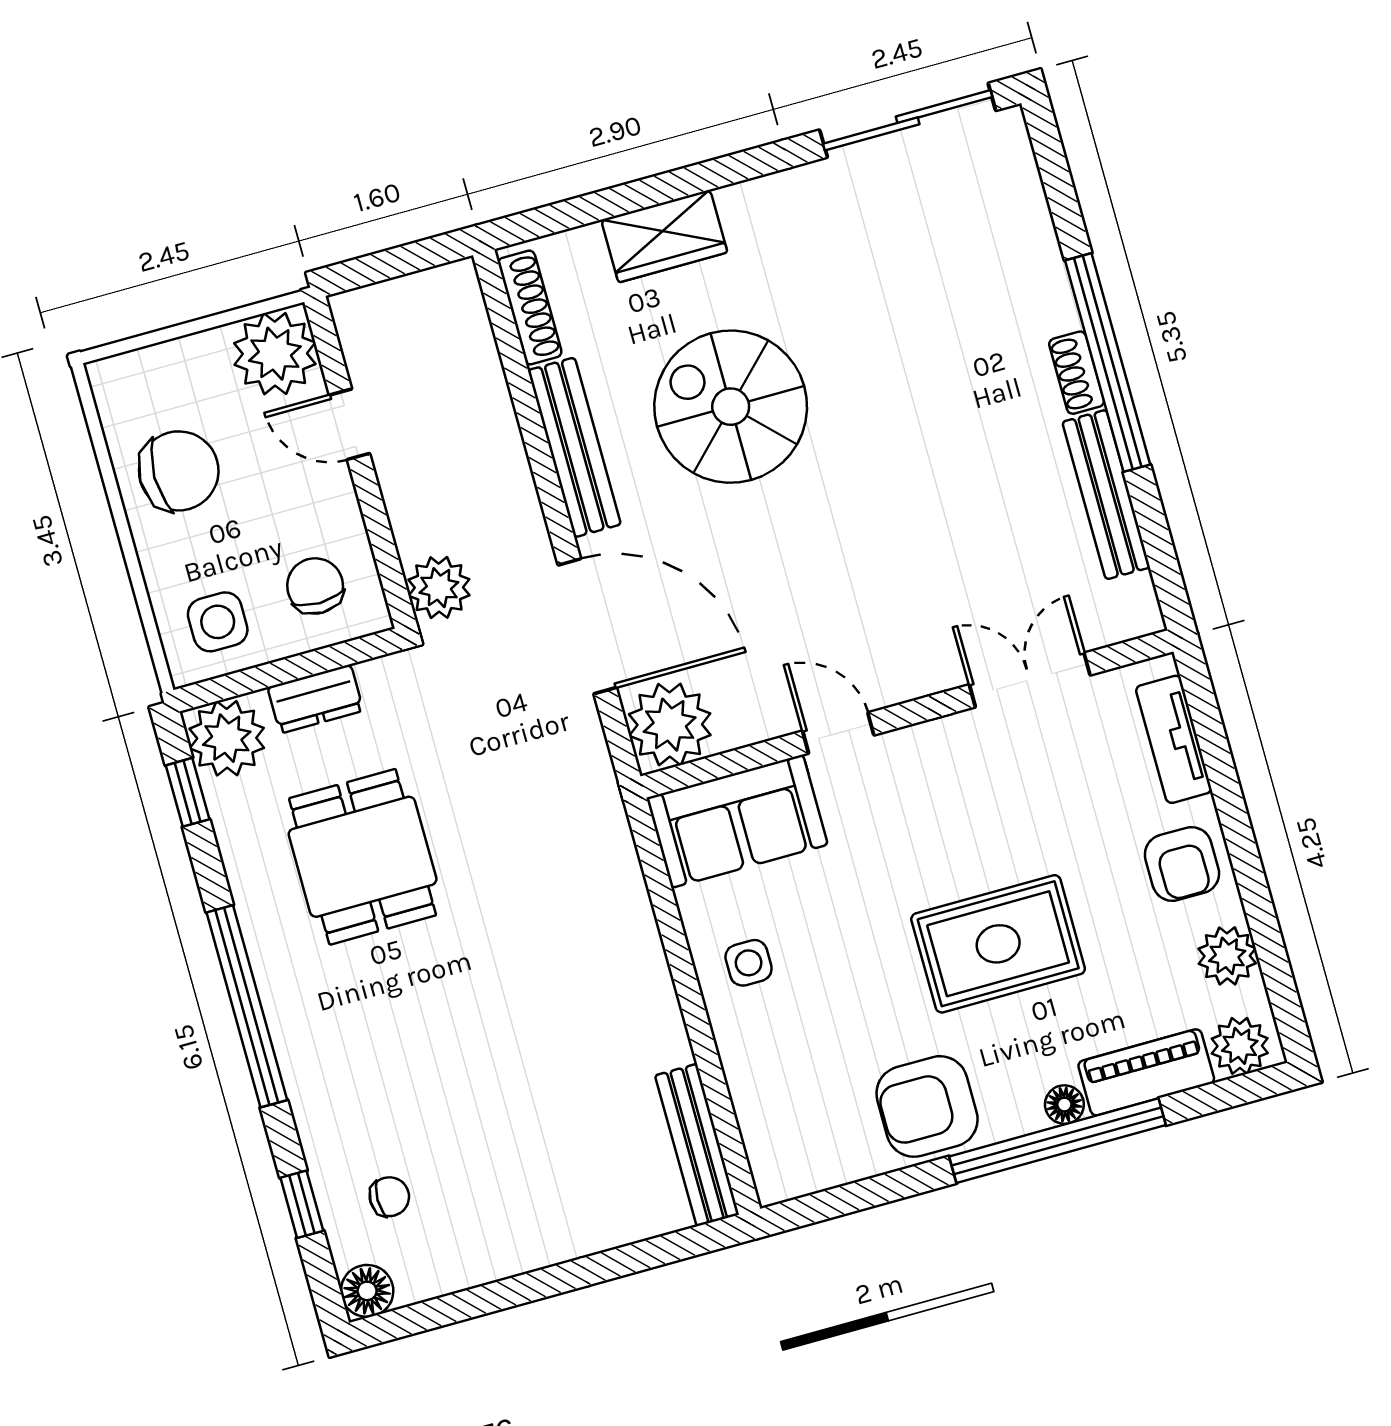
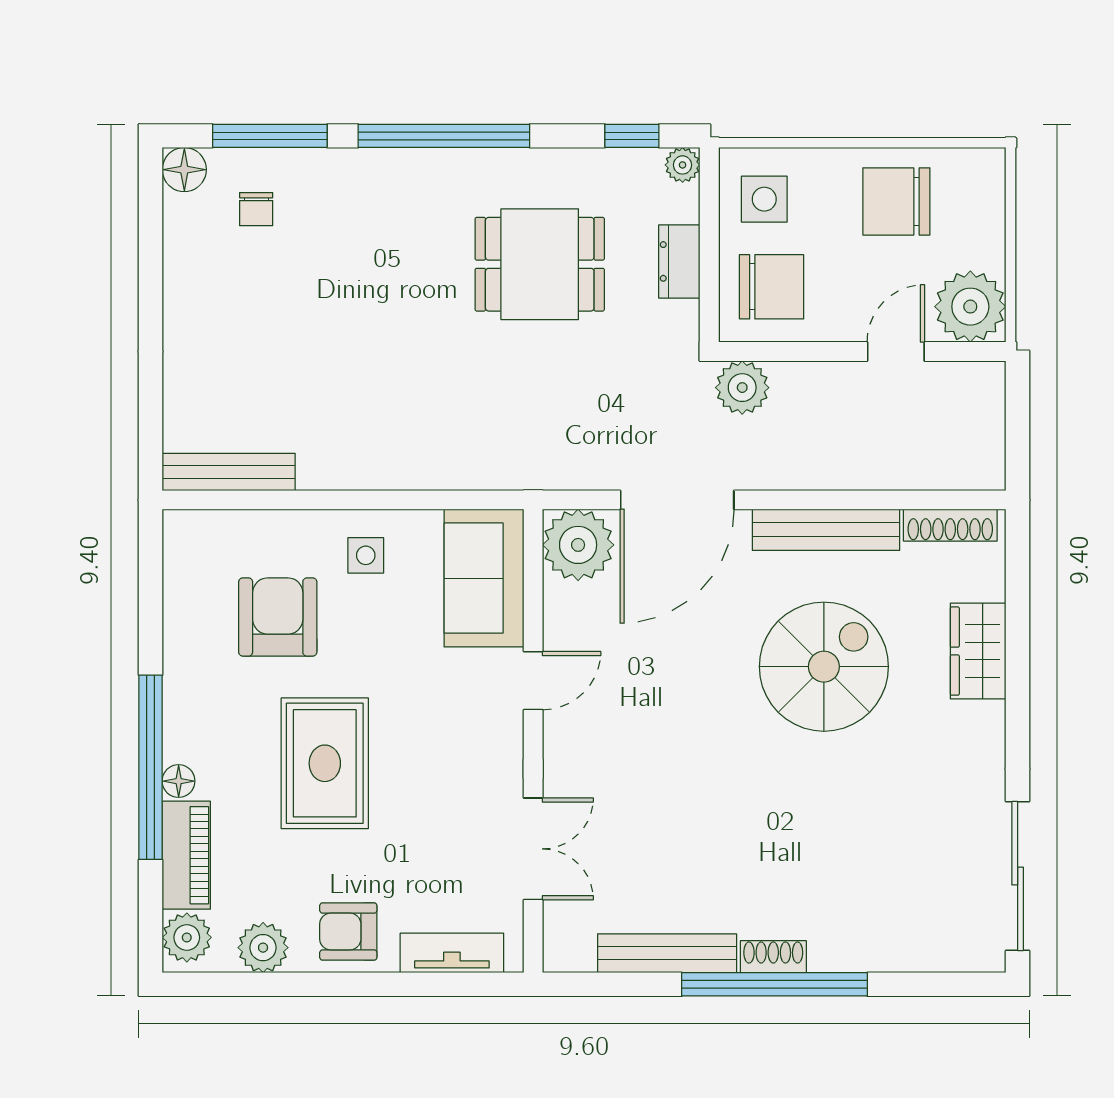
chair: (179, 471) -> (896, 201), turned 90
chair: (315, 586) -> (772, 287), width x1.37, depth x1.37
plant: (227, 738) -> (683, 165), width x0.53, depth x0.53
armchair: (927, 1106) -> (278, 617), moved
window: (302, 1204) -> (270, 136), width x2.17

